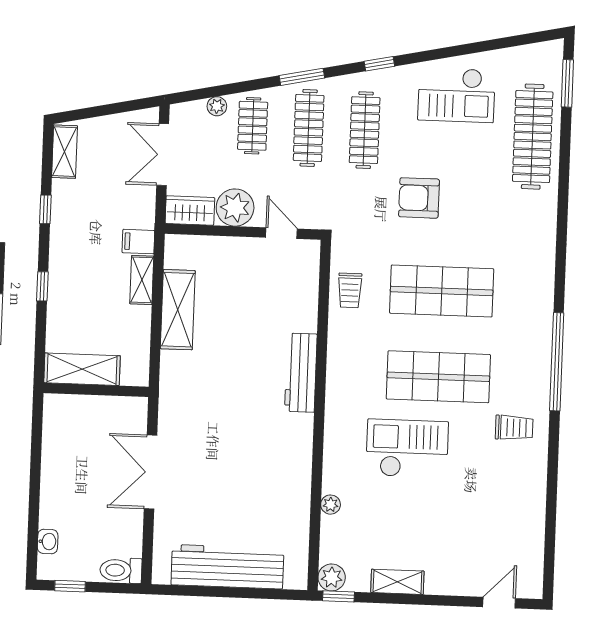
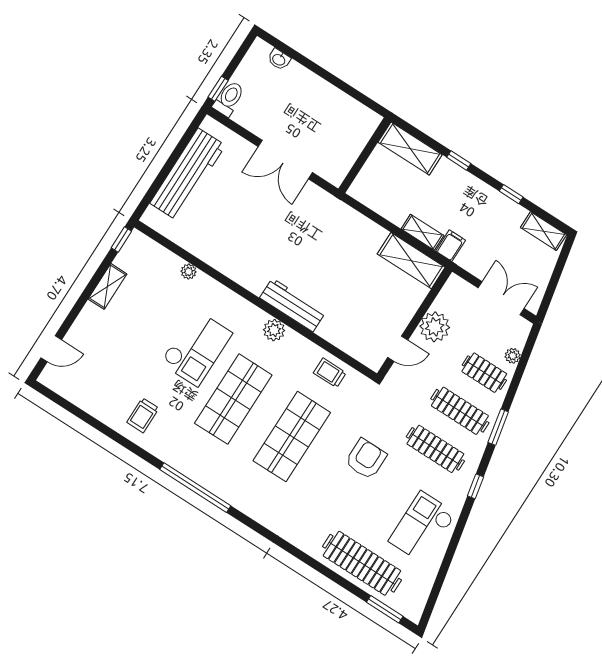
wardrobe: (190, 211) -> (451, 294), removed
shelving: (178, 310) -> (411, 261), moved
shelving: (82, 369) -> (410, 149), moved, turned 90
trolley: (514, 428) -> (143, 415), moved
double door: (150, 472) -> (285, 160), swing flipped
plant: (332, 577) -> (274, 330), moved
window: (70, 586) -> (218, 89), moved
door: (499, 603) -> (51, 349), hinge flipped

